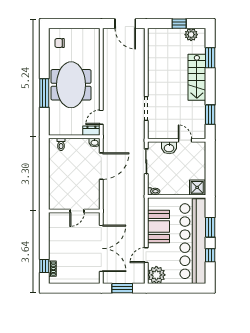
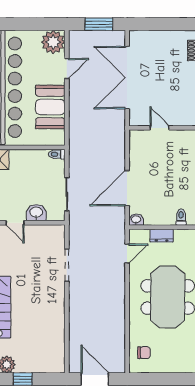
chair: (60, 43) -> (144, 353), moved
dresser: (91, 131) -> (162, 236), moved
door: (77, 211) -> (160, 128), hinge flipped

